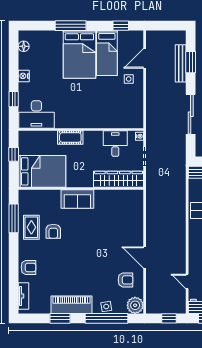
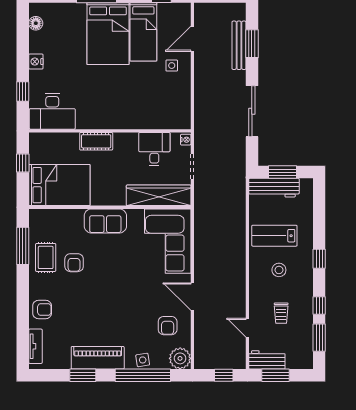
corner sofa: (126, 215) -> (168, 241), added
armchair: (126, 280) -> (168, 326), turned 90

